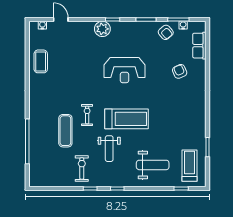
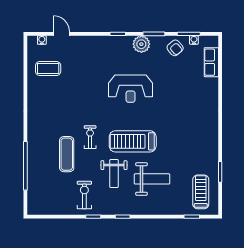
plant: (102, 29) -> (141, 44), moved
coffee table: (41, 61) -> (48, 69), moved, turned 90
armchair: (180, 71) -> (190, 90), removed
treadmill: (126, 119) -> (133, 141), turned 180
weight bench: (153, 165) -> (152, 179), moved

